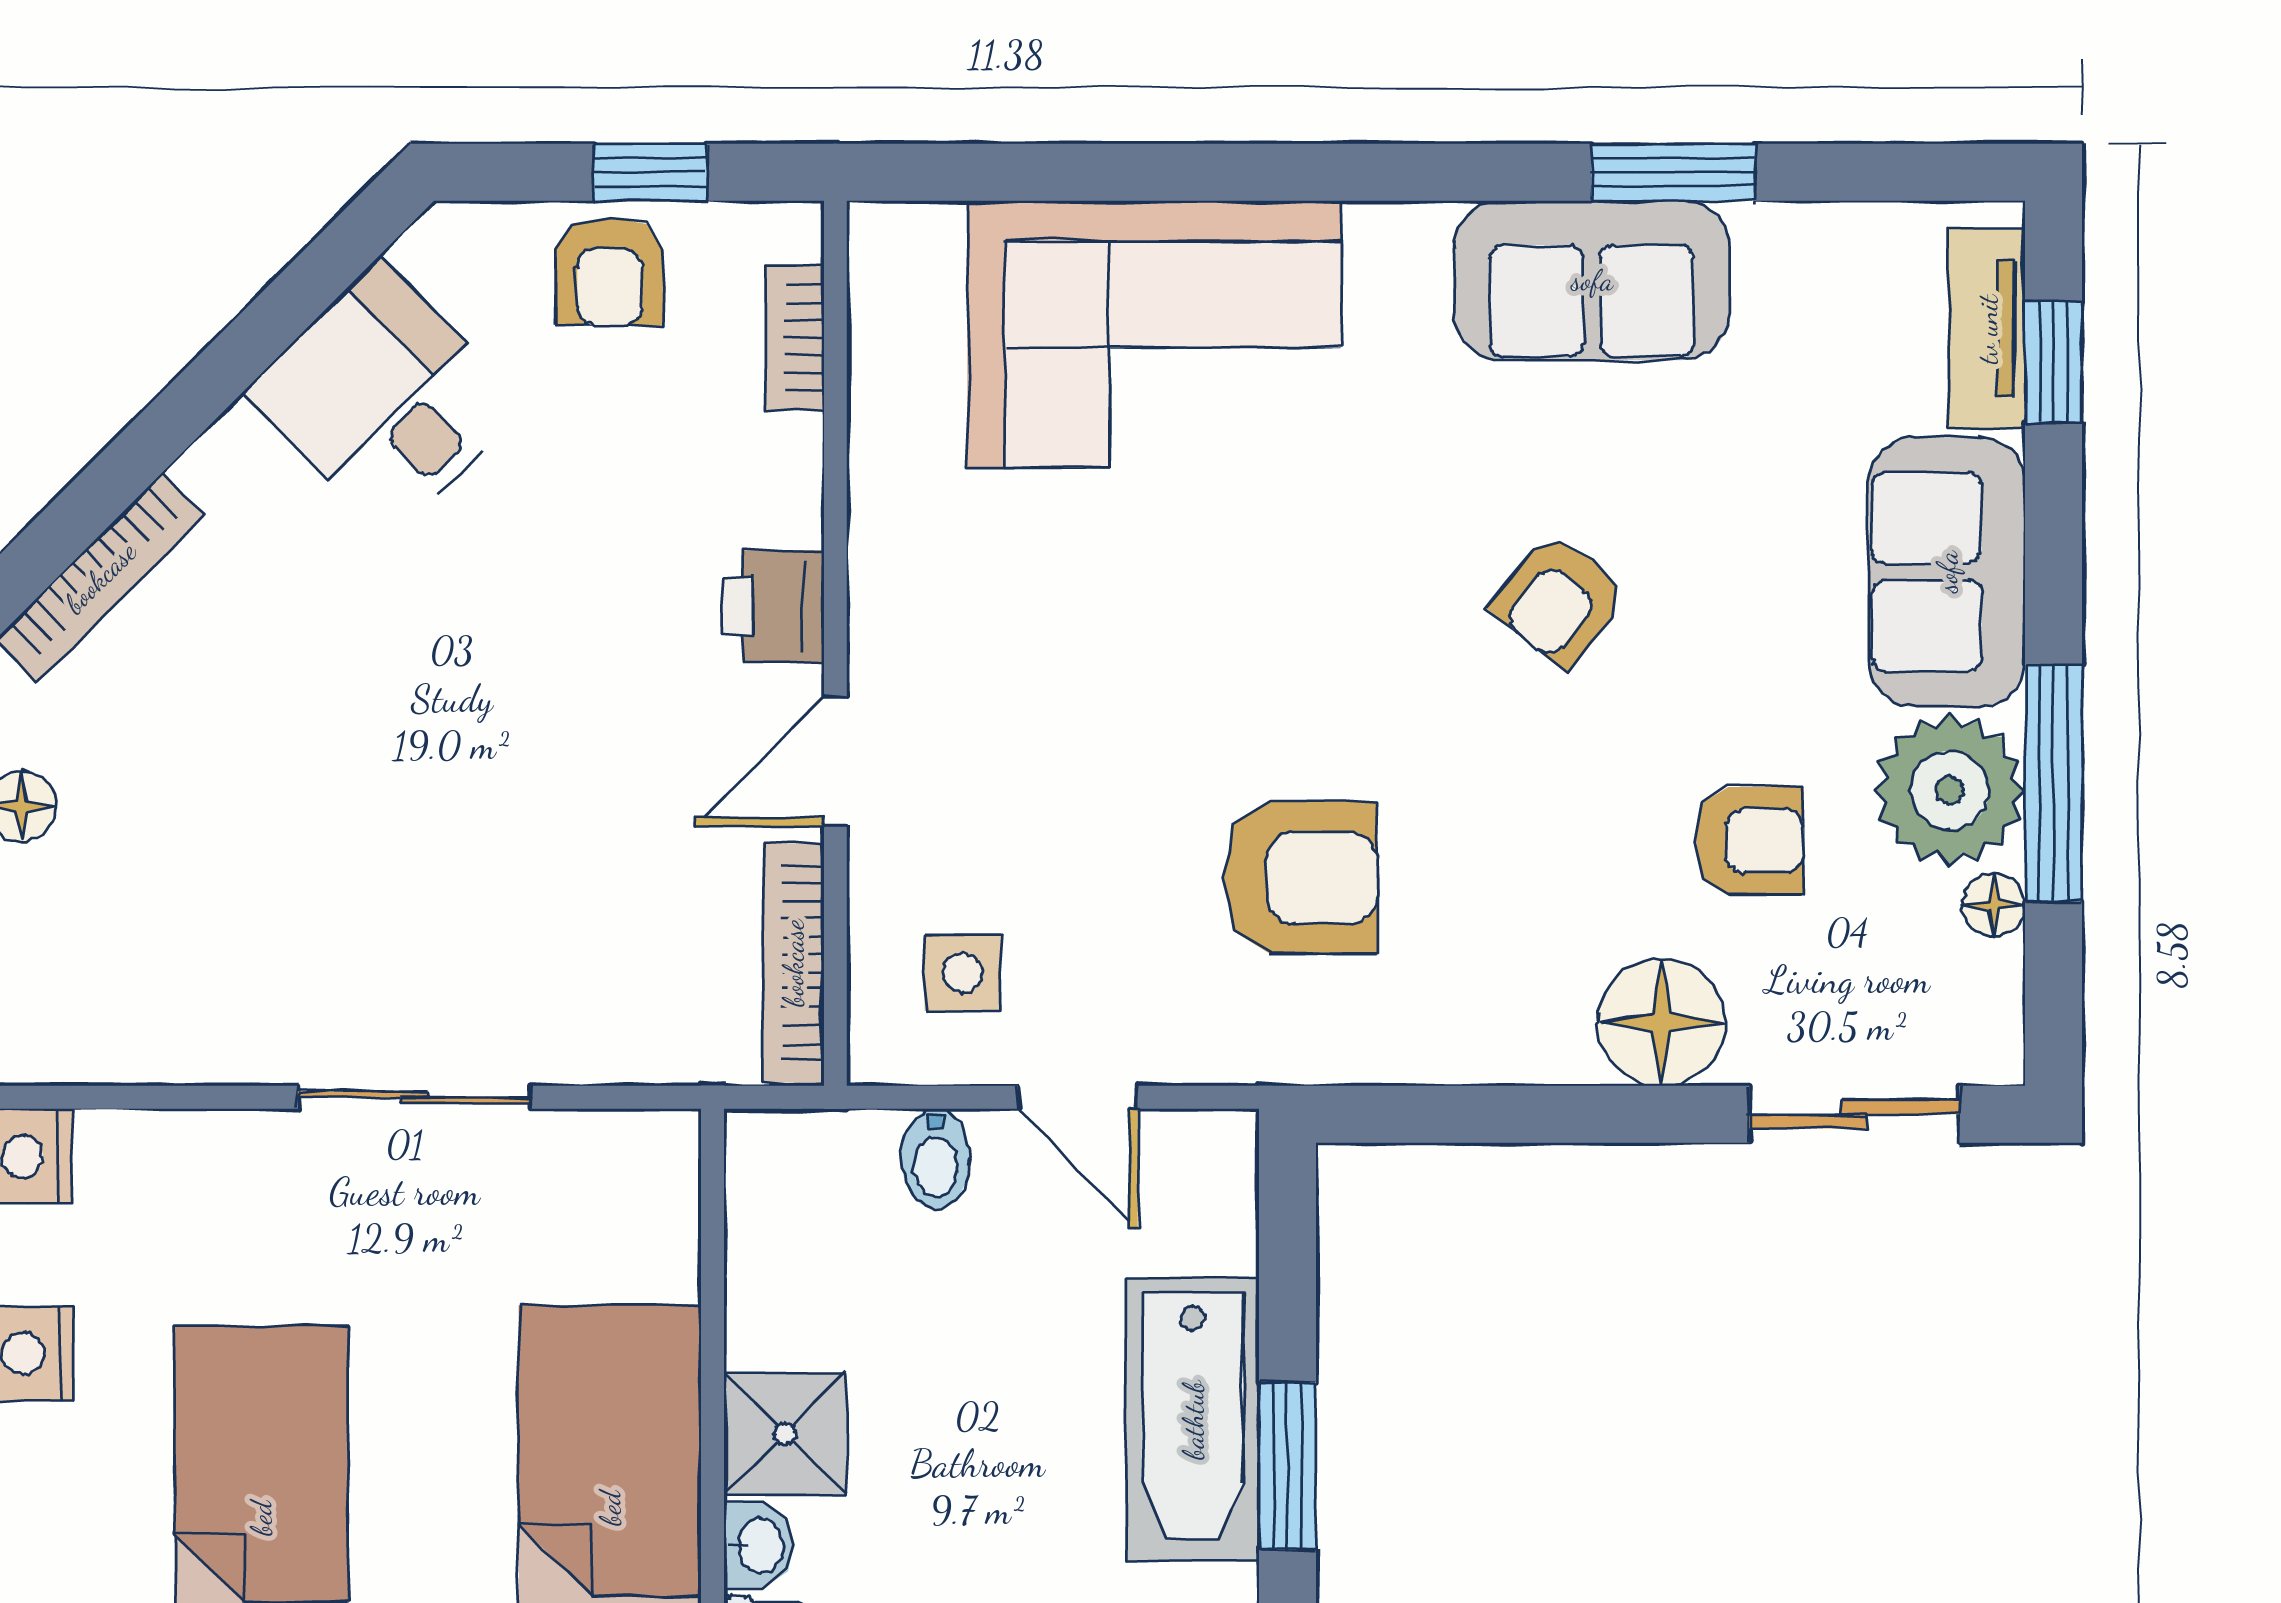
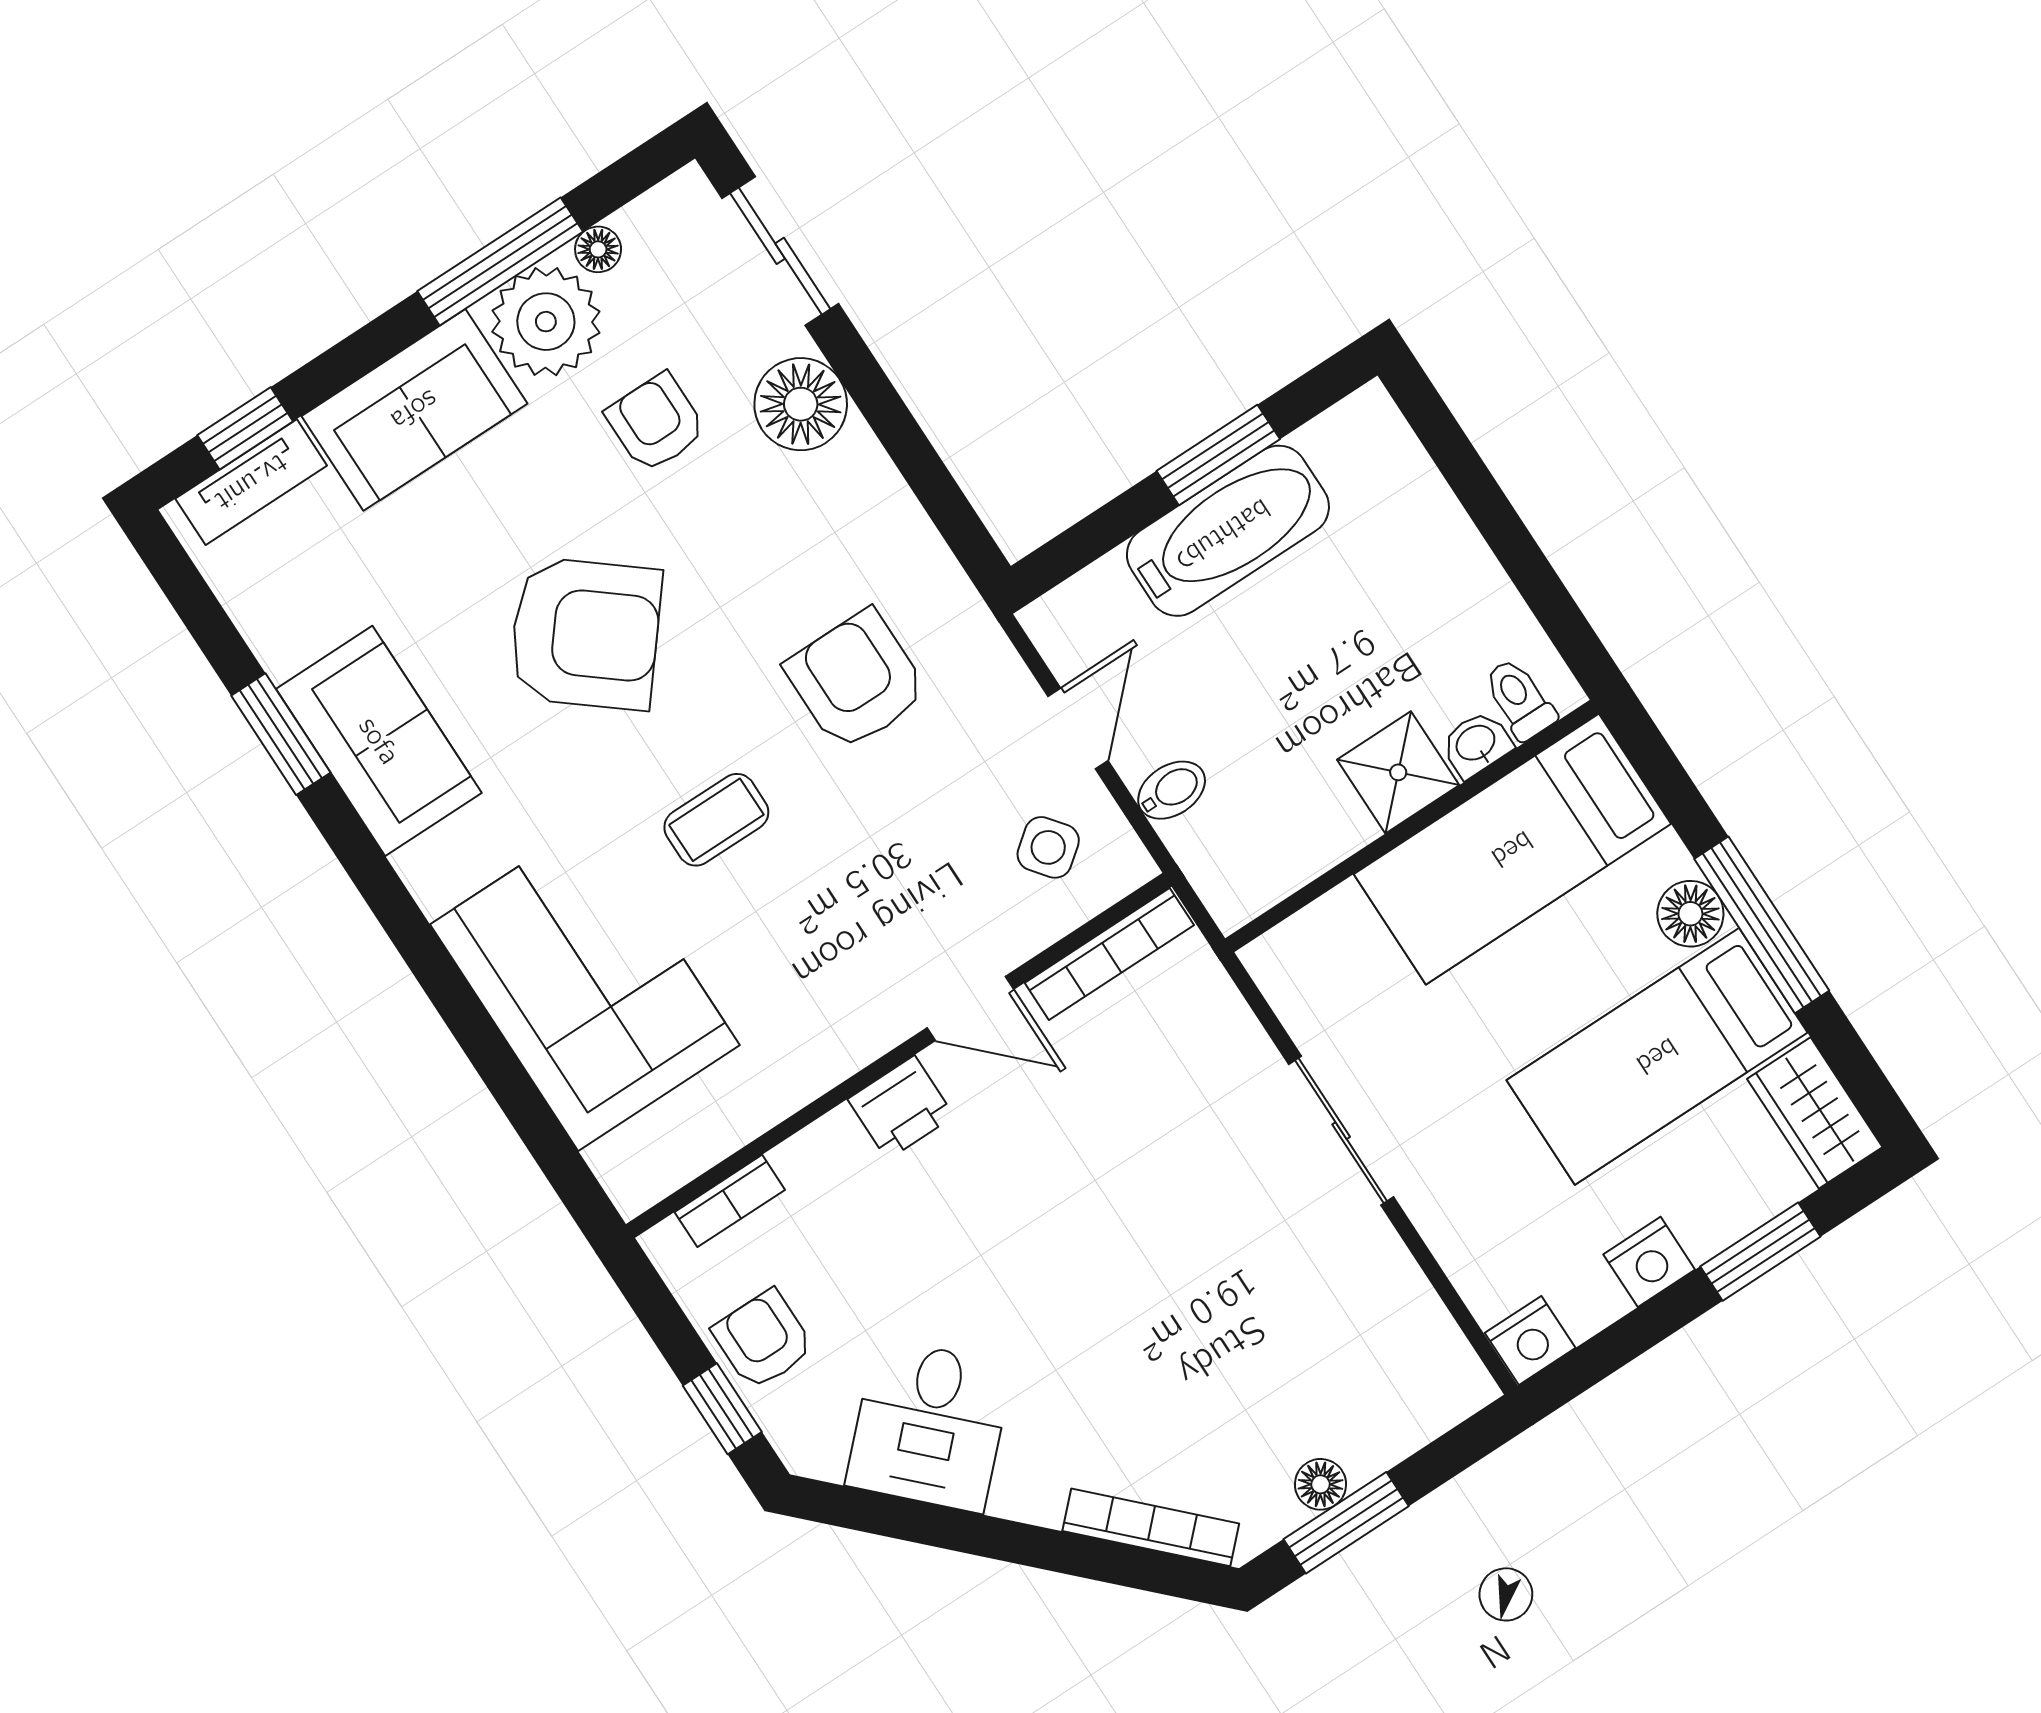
window: (650, 172) -> (722, 1409), moved
armchair: (610, 272) -> (763, 1340), turned -90
armchair: (1560, 600) -> (585, 634), width x1.88, depth x1.88
coffee table: (1245, 611) -> (716, 820), added
side table: (963, 973) -> (1048, 847), turned -38

